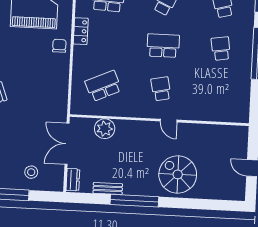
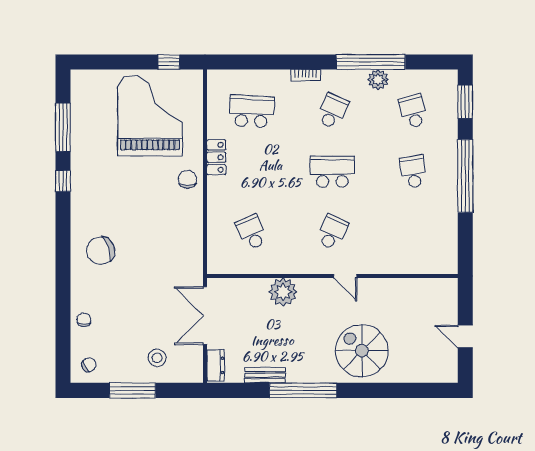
school desk: (103, 86) -> (252, 232), width x0.54
school desk: (161, 89) -> (332, 232), turned 36
plant: (105, 129) -> (283, 292), moved

